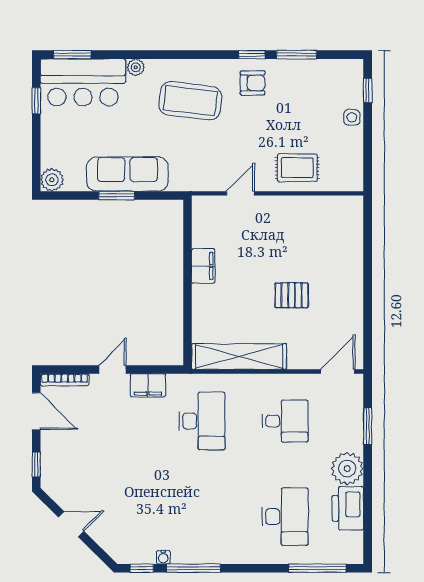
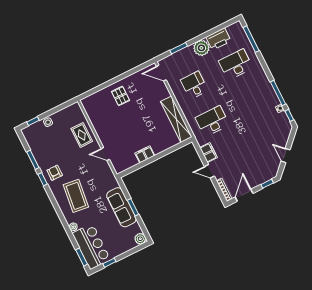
pallet: (292, 295) -> (121, 96), moved

